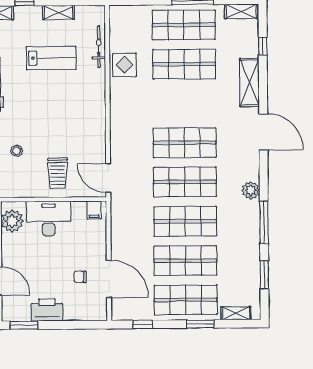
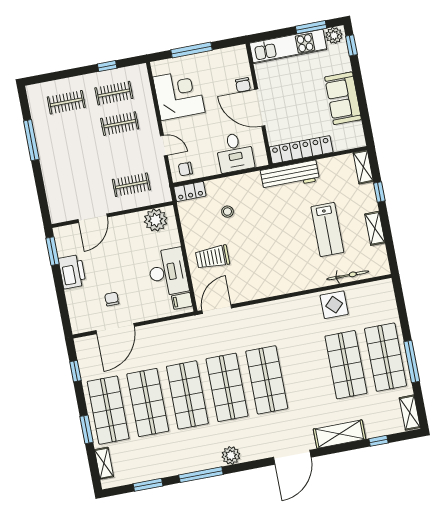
desk: (49, 219) -> (168, 272), moved

